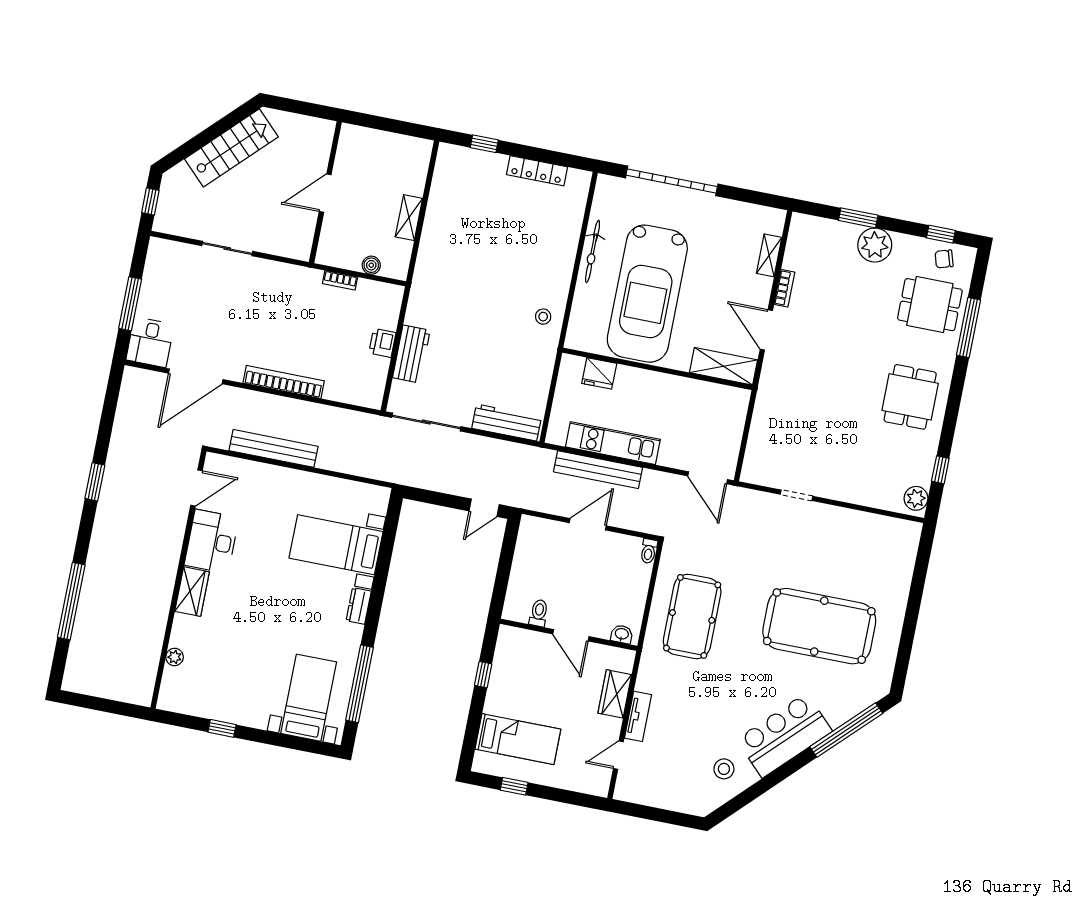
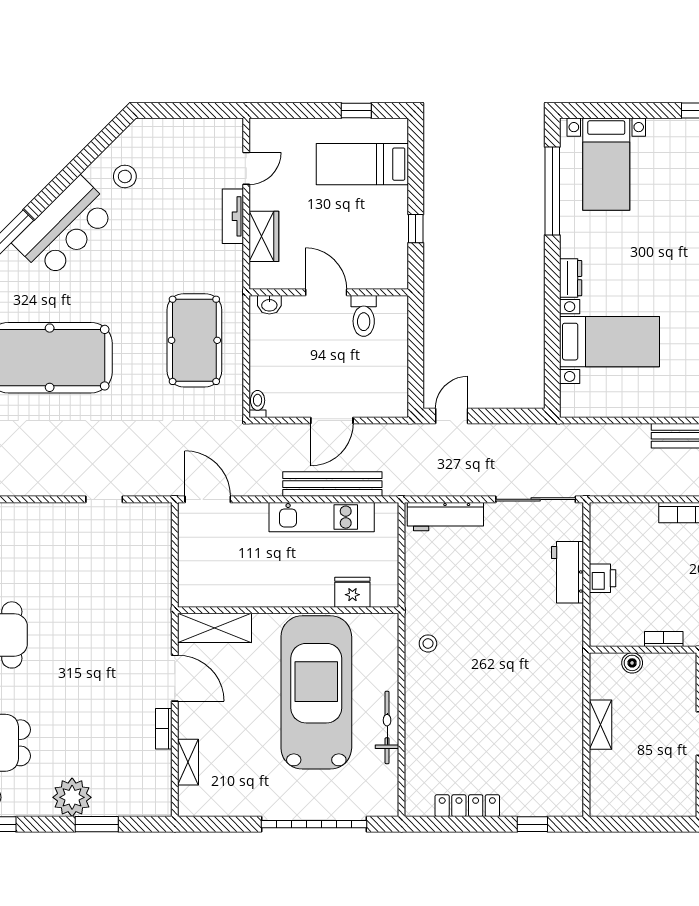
toilet: (539, 613) -> (364, 316), width x1.37, depth x1.39

